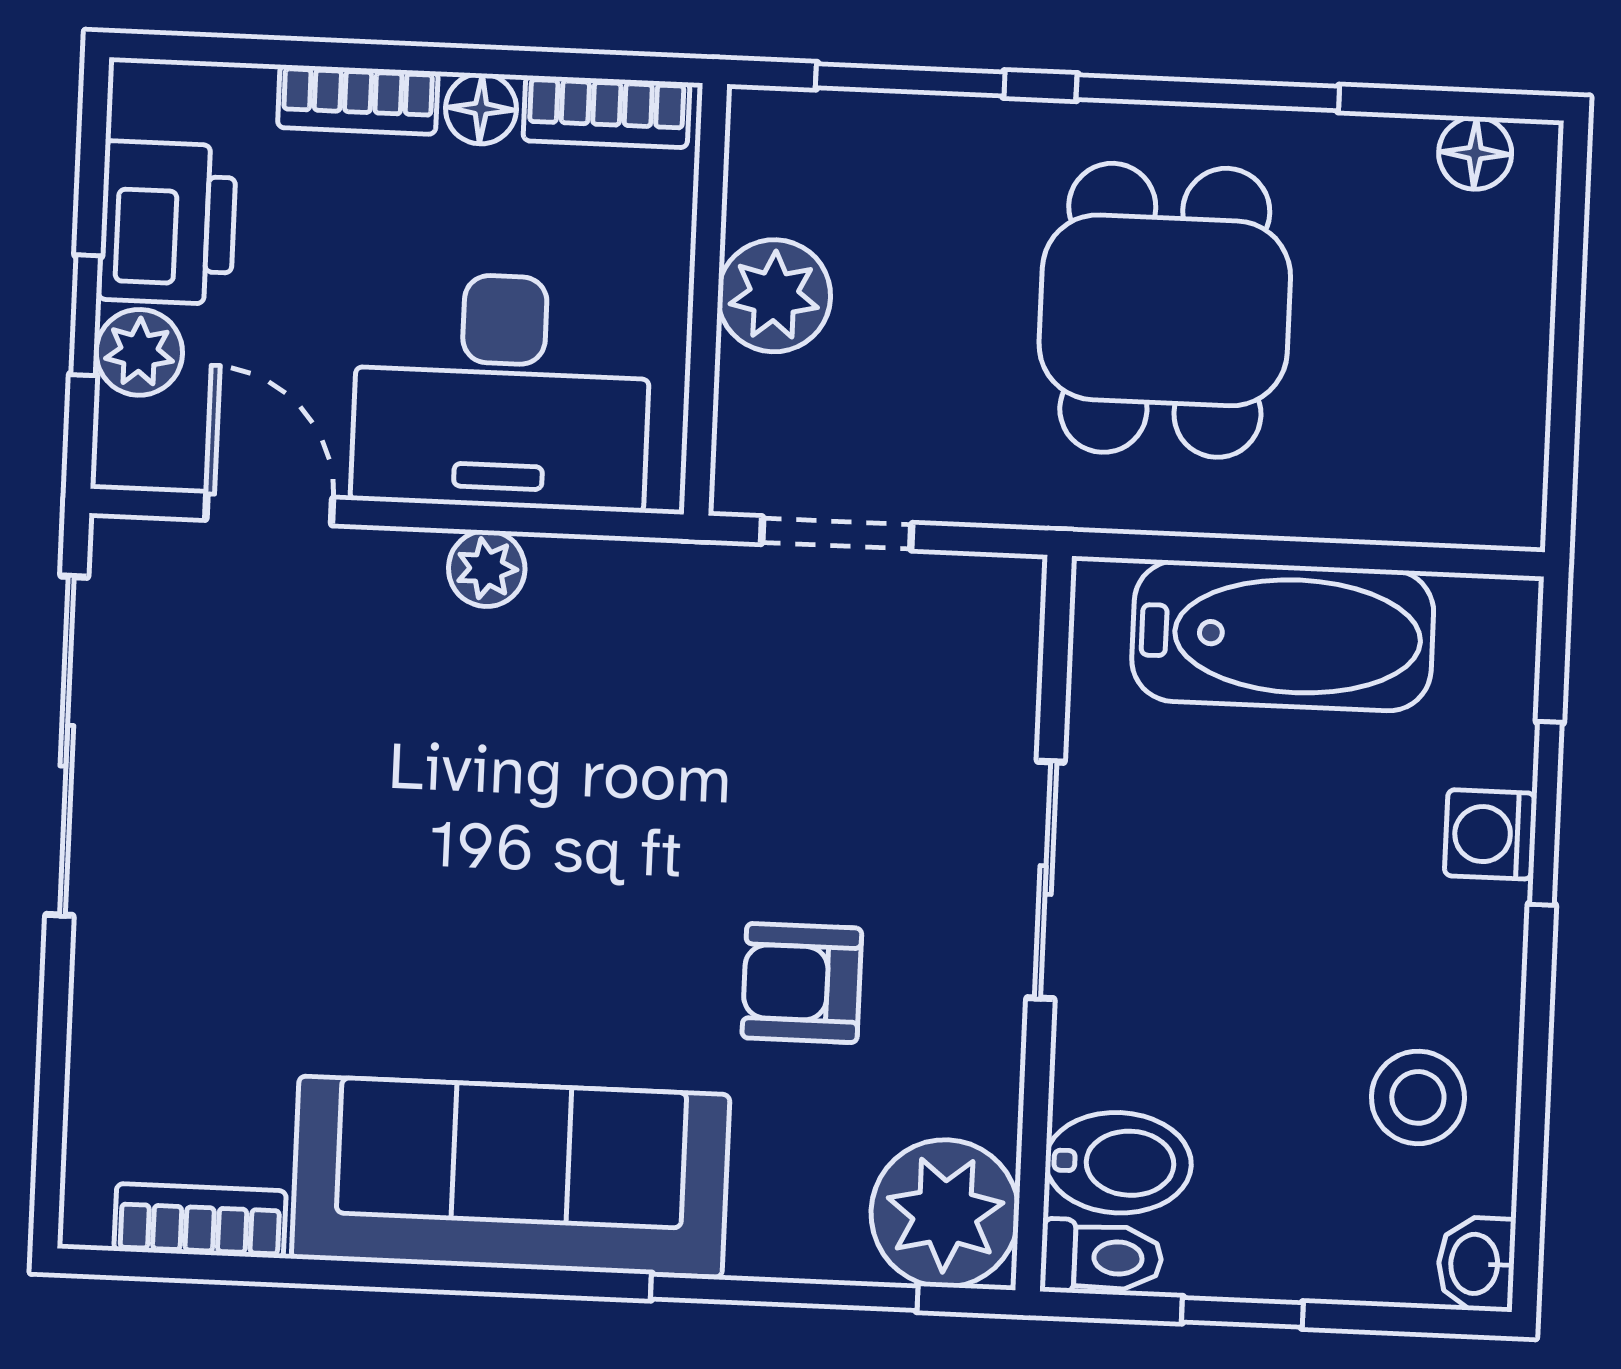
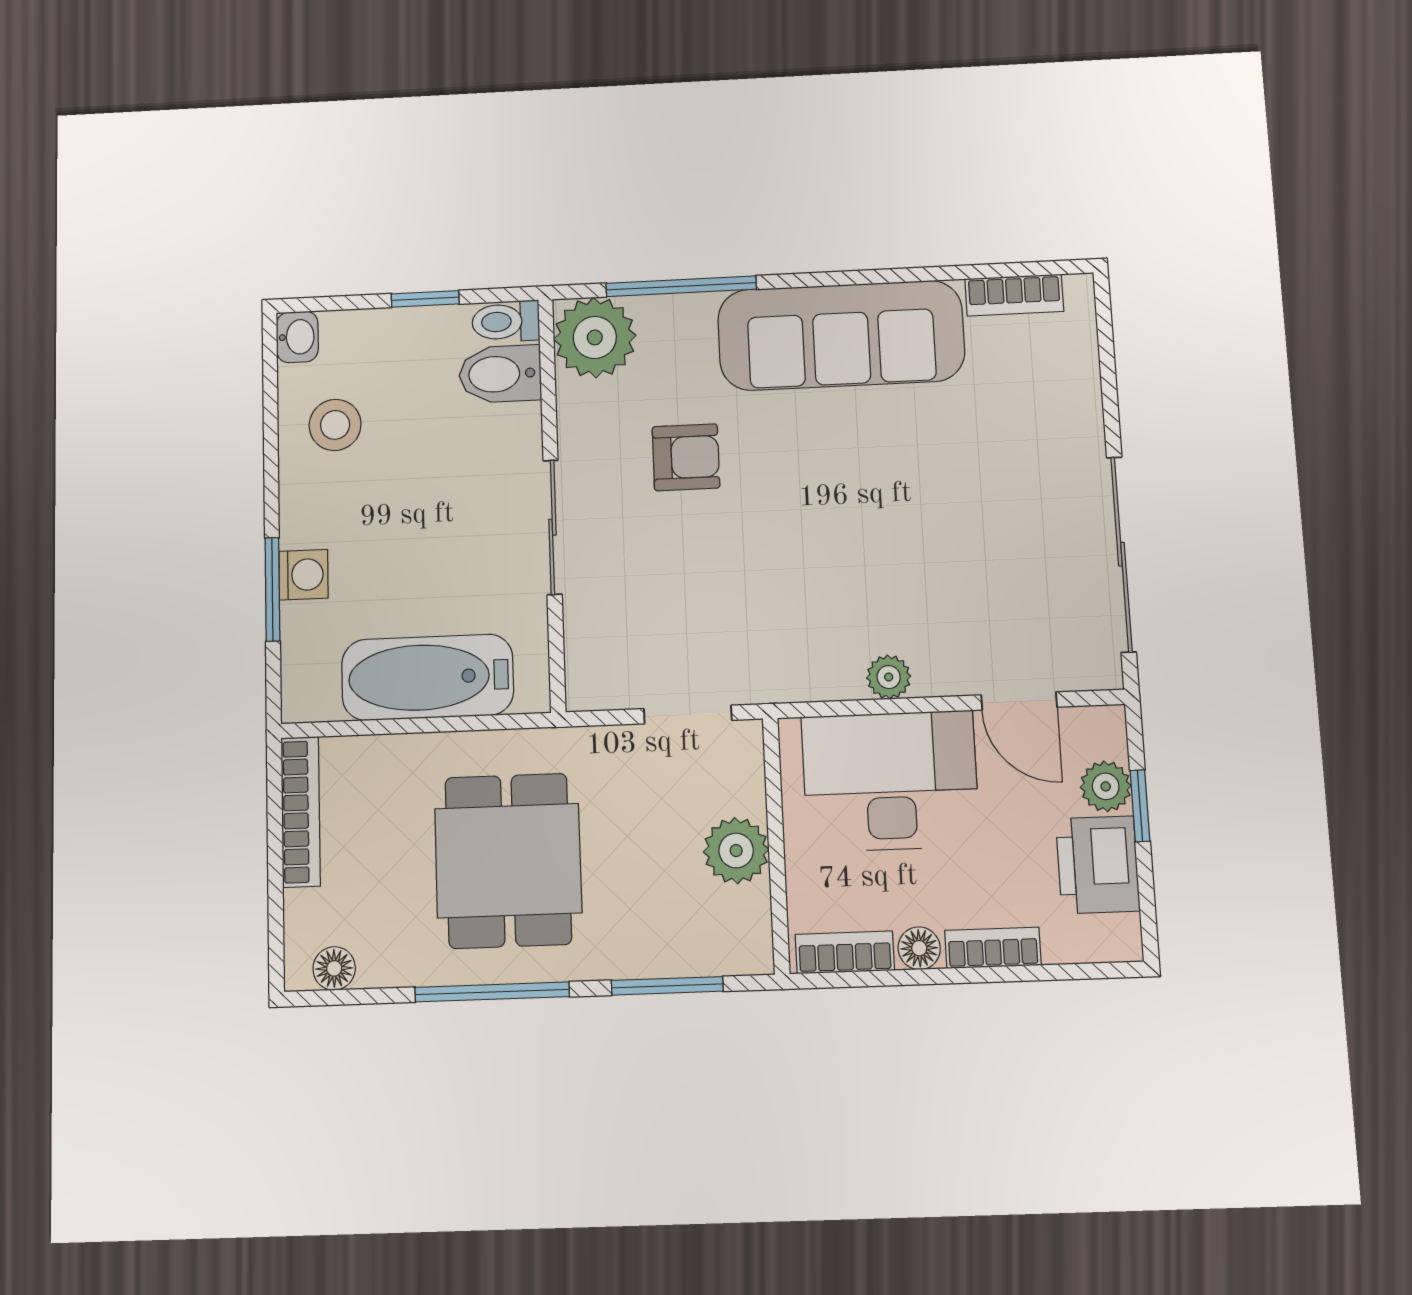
bookcase: (1518, 423) -> (301, 812), added

